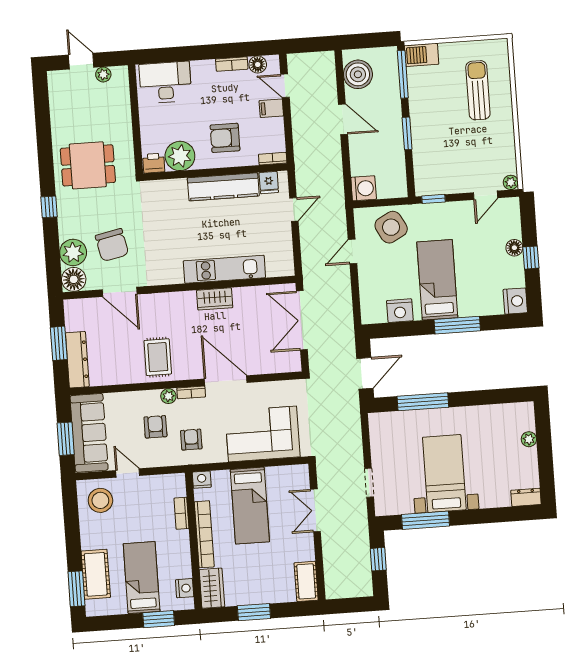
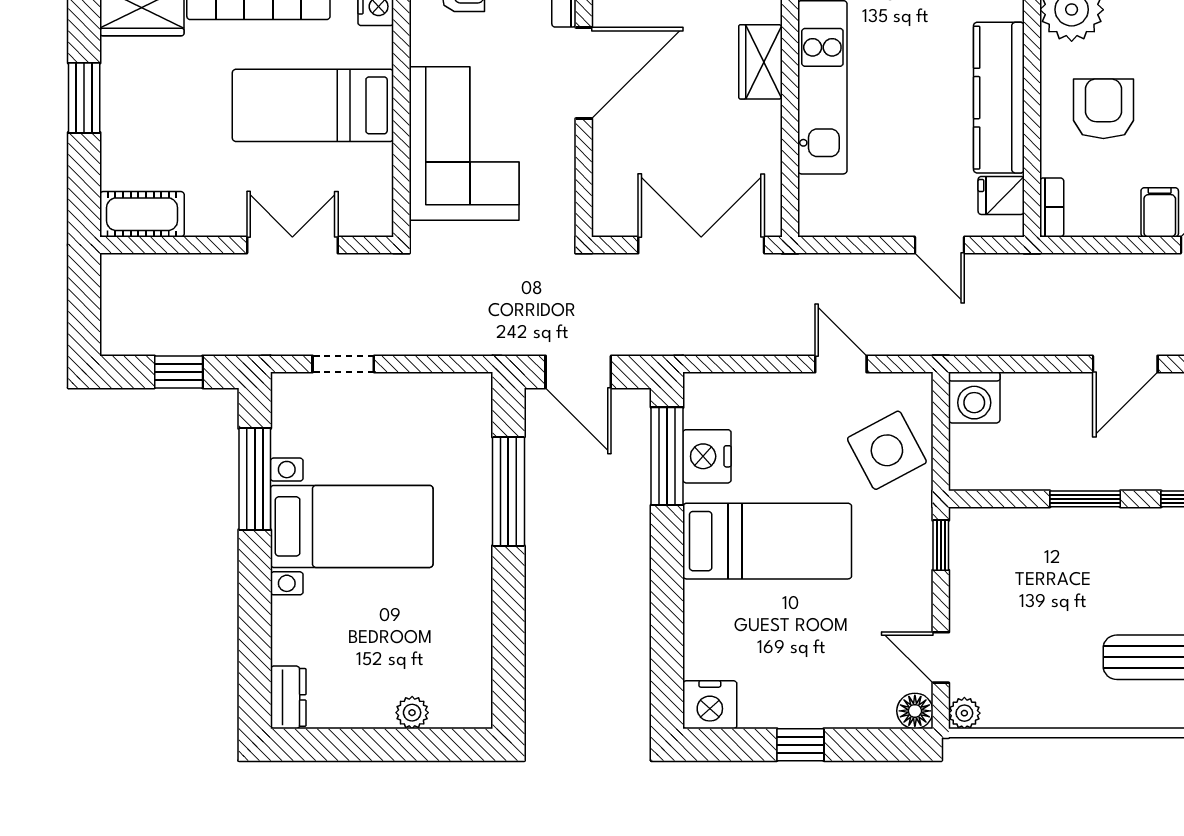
floor lamp: (514, 248) -> (915, 711), moved
window: (457, 325) -> (667, 456), moved

